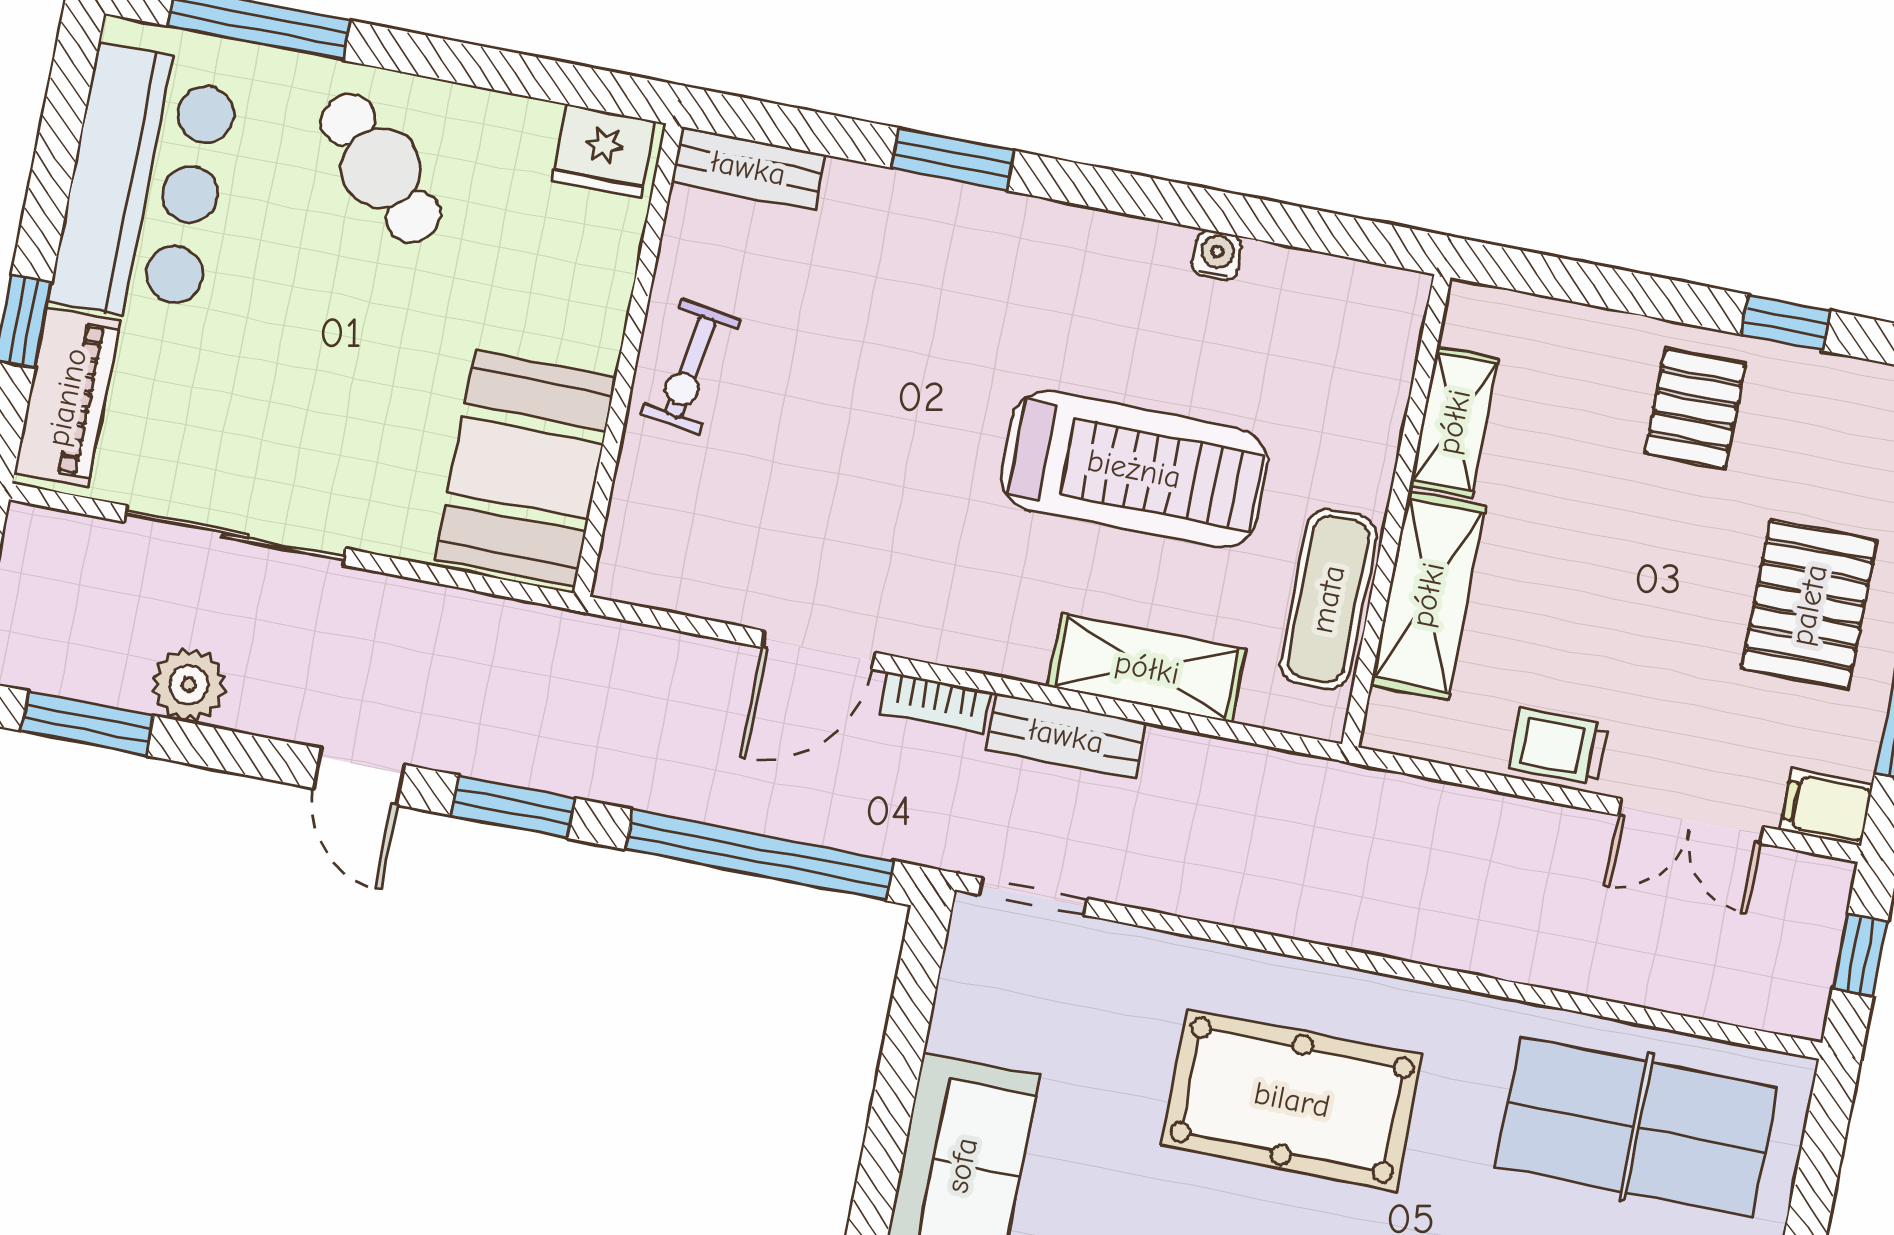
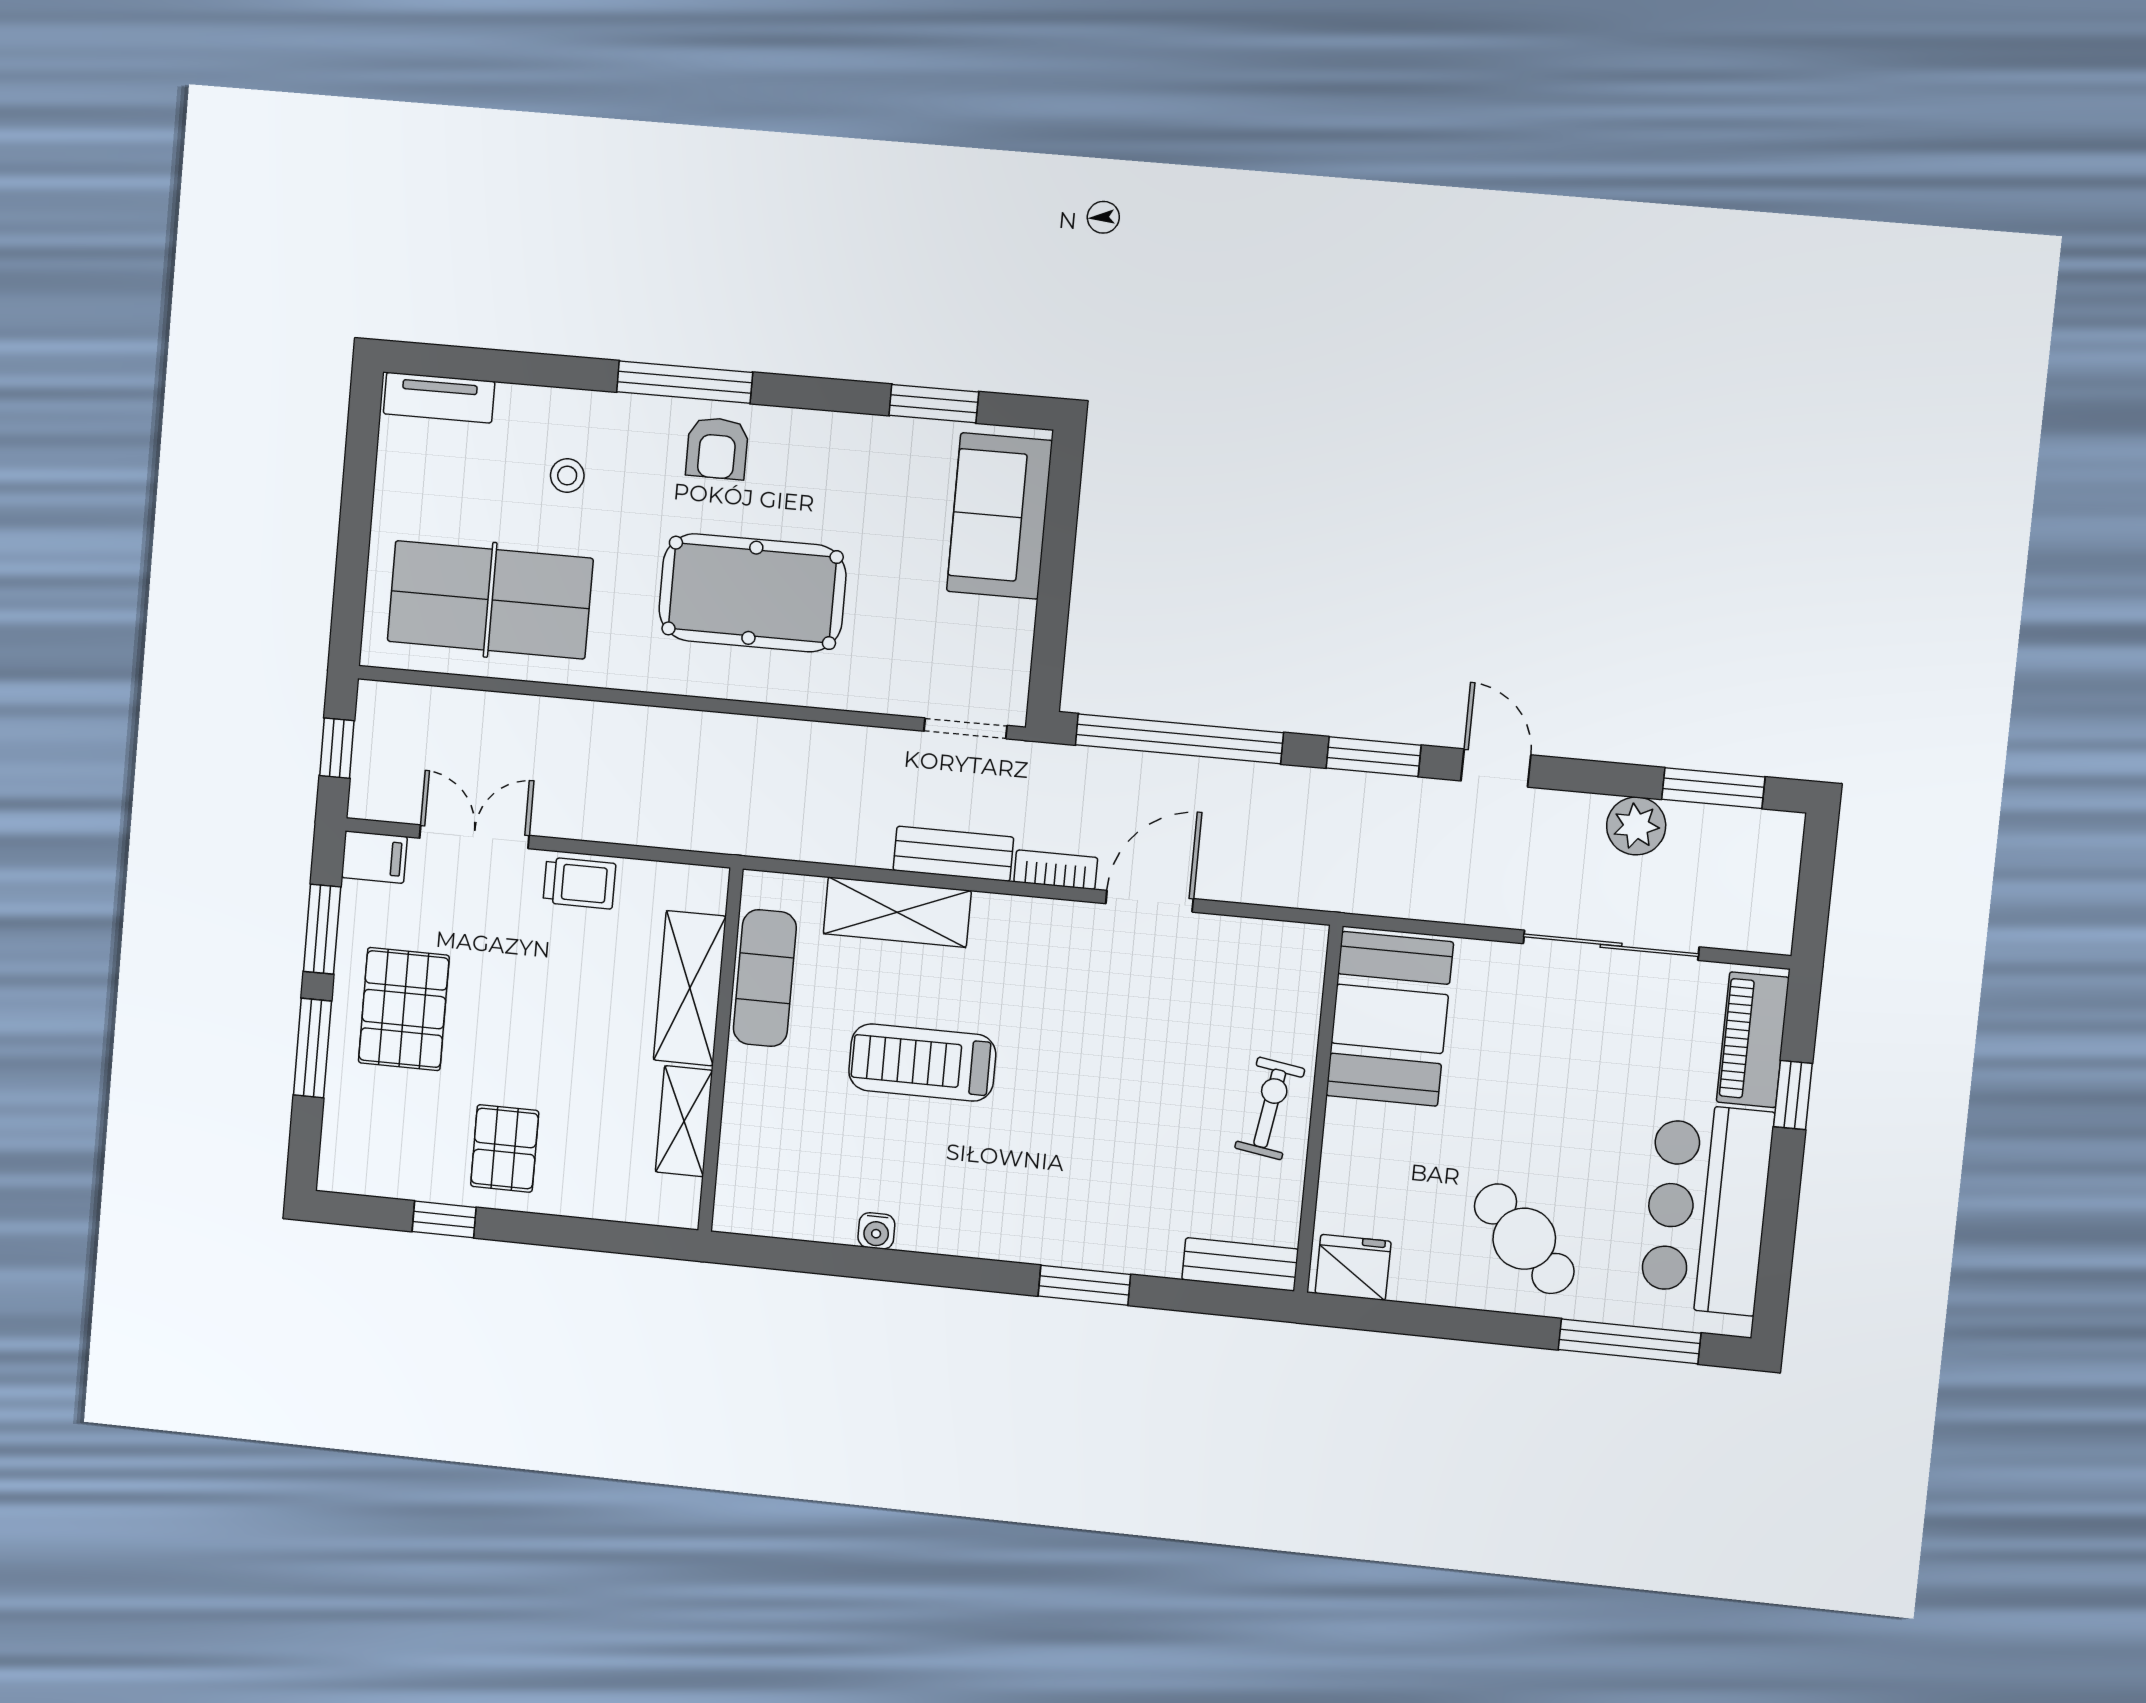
treadmill: (1134, 469) -> (922, 1063), width x0.73, depth x0.73

